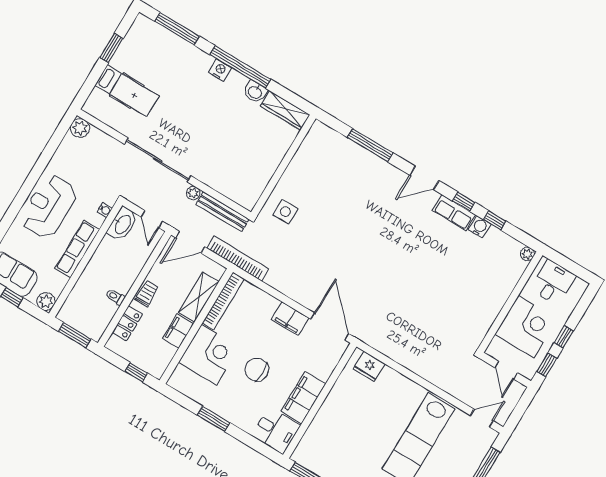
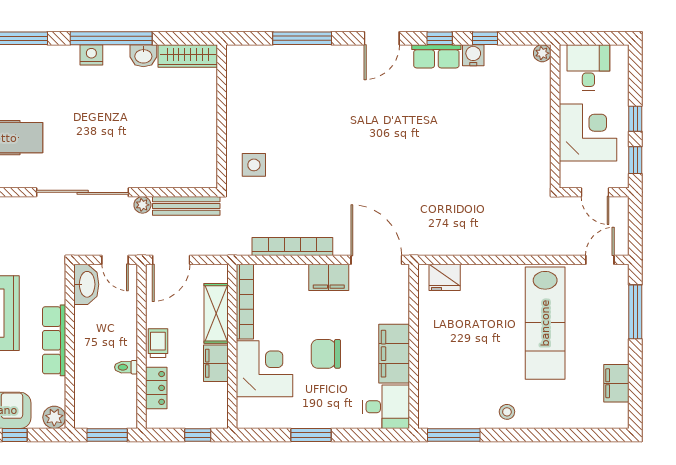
water cooler: (105, 210) -> (58, 280), removed
bookcase: (238, 259) -> (292, 246), moved

